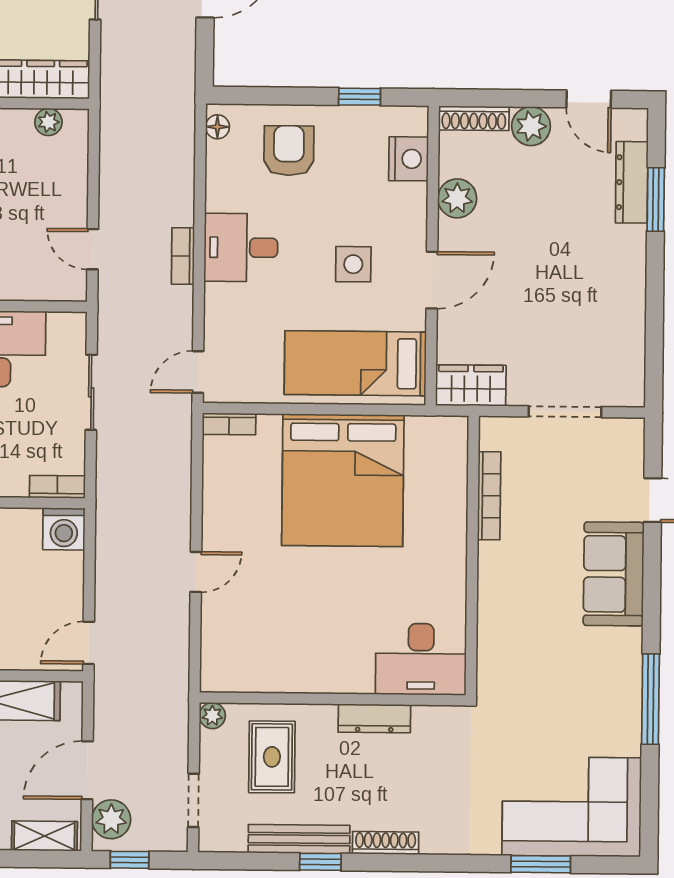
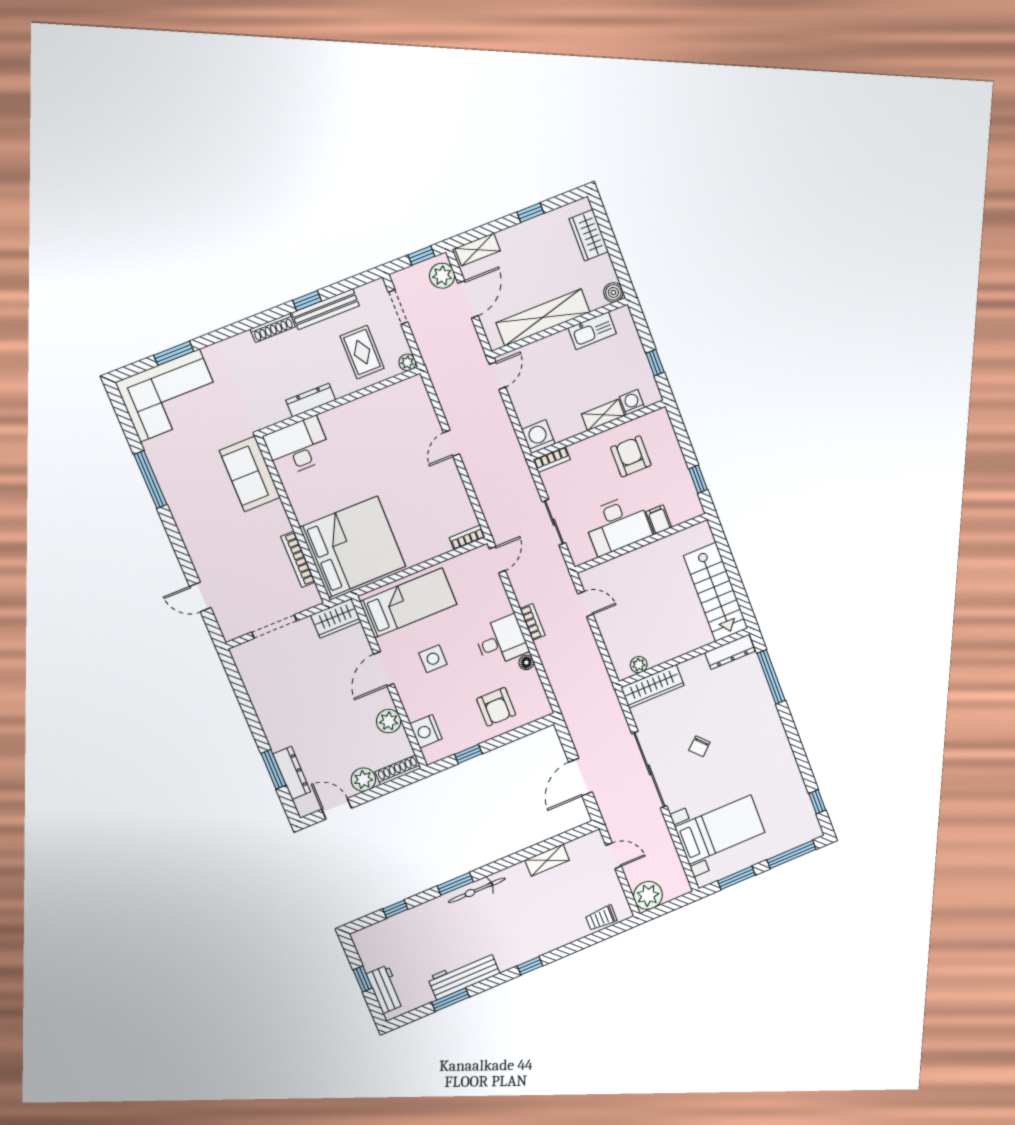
floor lamp: (217, 127) -> (526, 662), moved
bed: (343, 480) -> (353, 547), moved, turned 90
sofa: (614, 574) -> (250, 474), moved, turned 180

